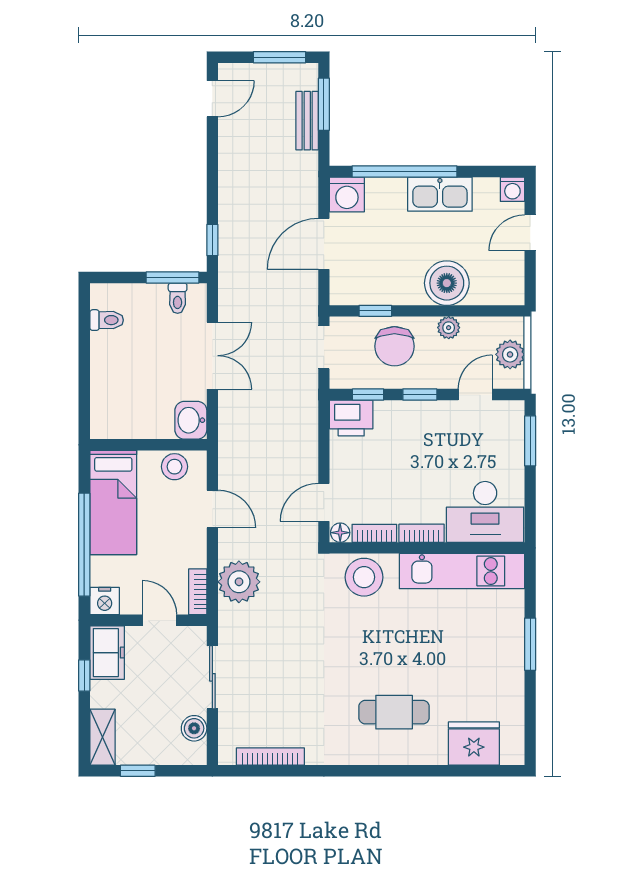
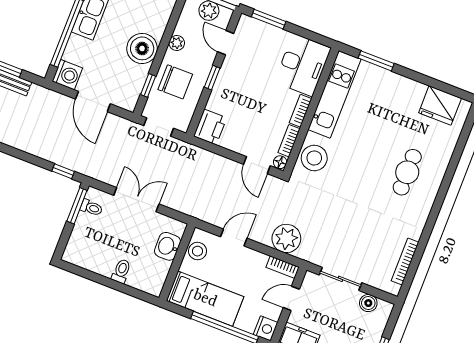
boiler: (447, 283) -> (142, 48), moved
toilet: (107, 320) -> (121, 271), moved
window: (368, 395) -> (199, 110), removed
washbasin: (191, 420) -> (168, 246), moved, turned 90
window: (530, 644) -> (376, 61), moved
fridge: (474, 744) -> (440, 105), moved, turned -90

